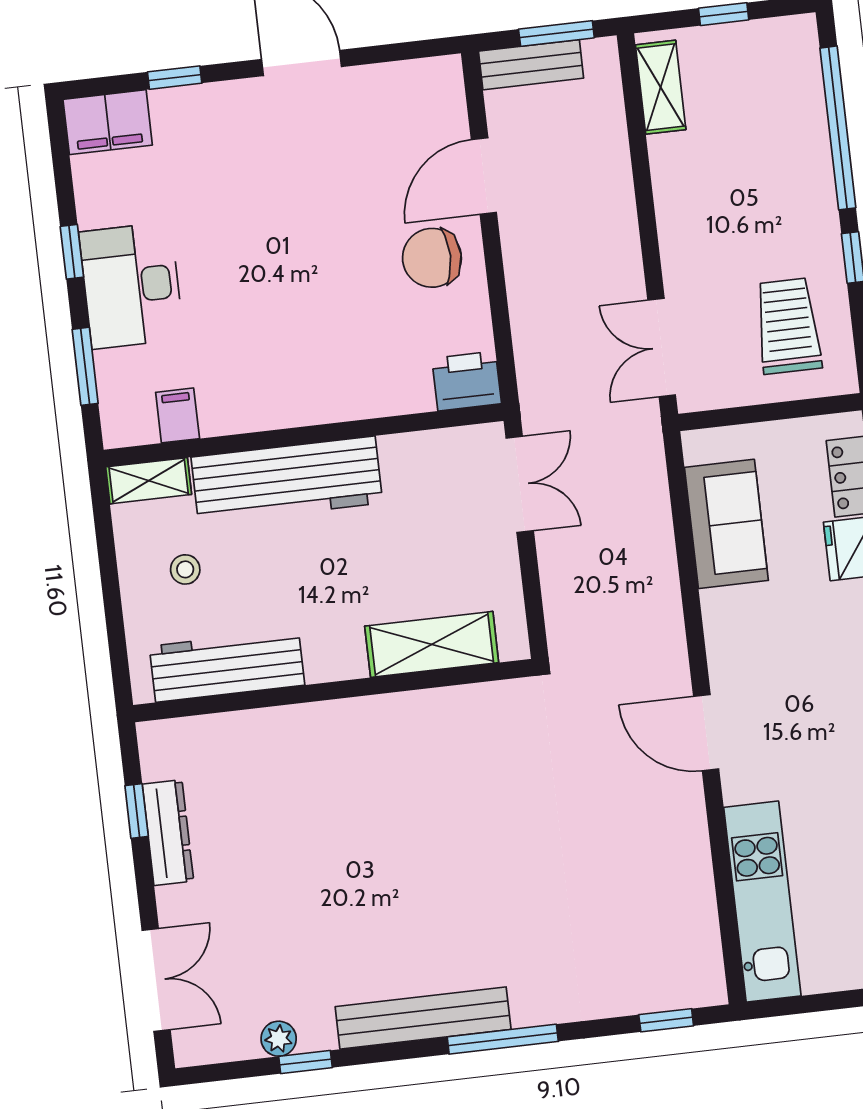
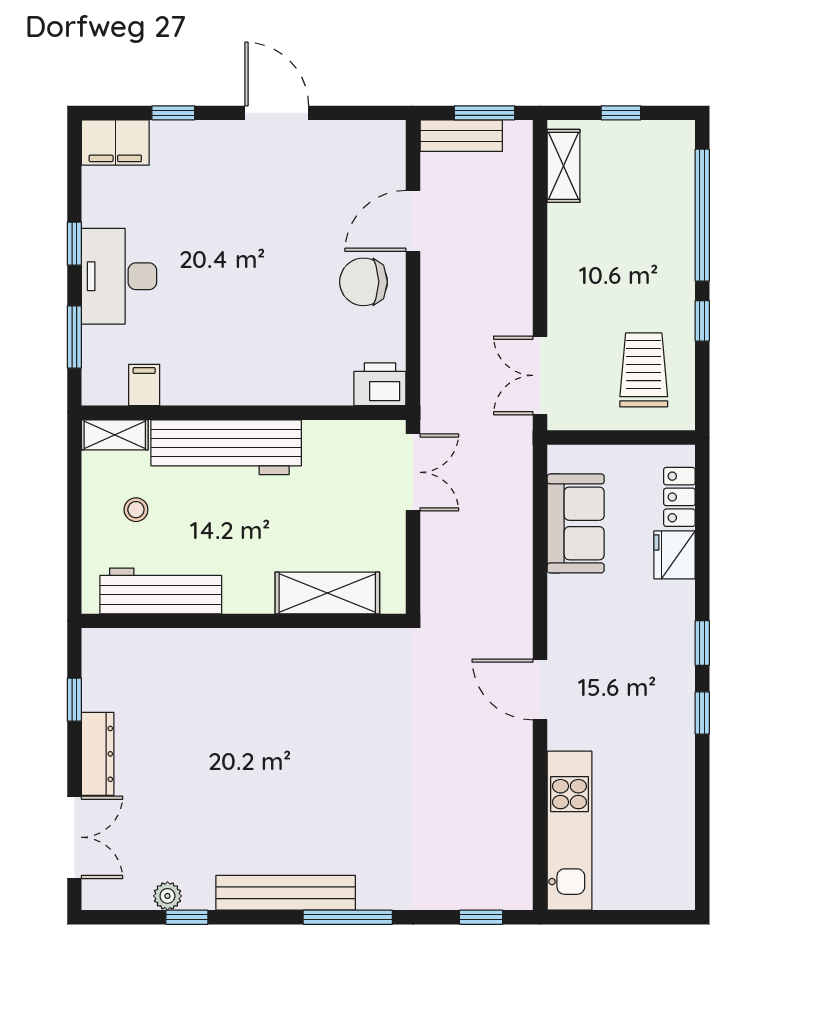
dresser: (168, 833) -> (98, 754), moved

